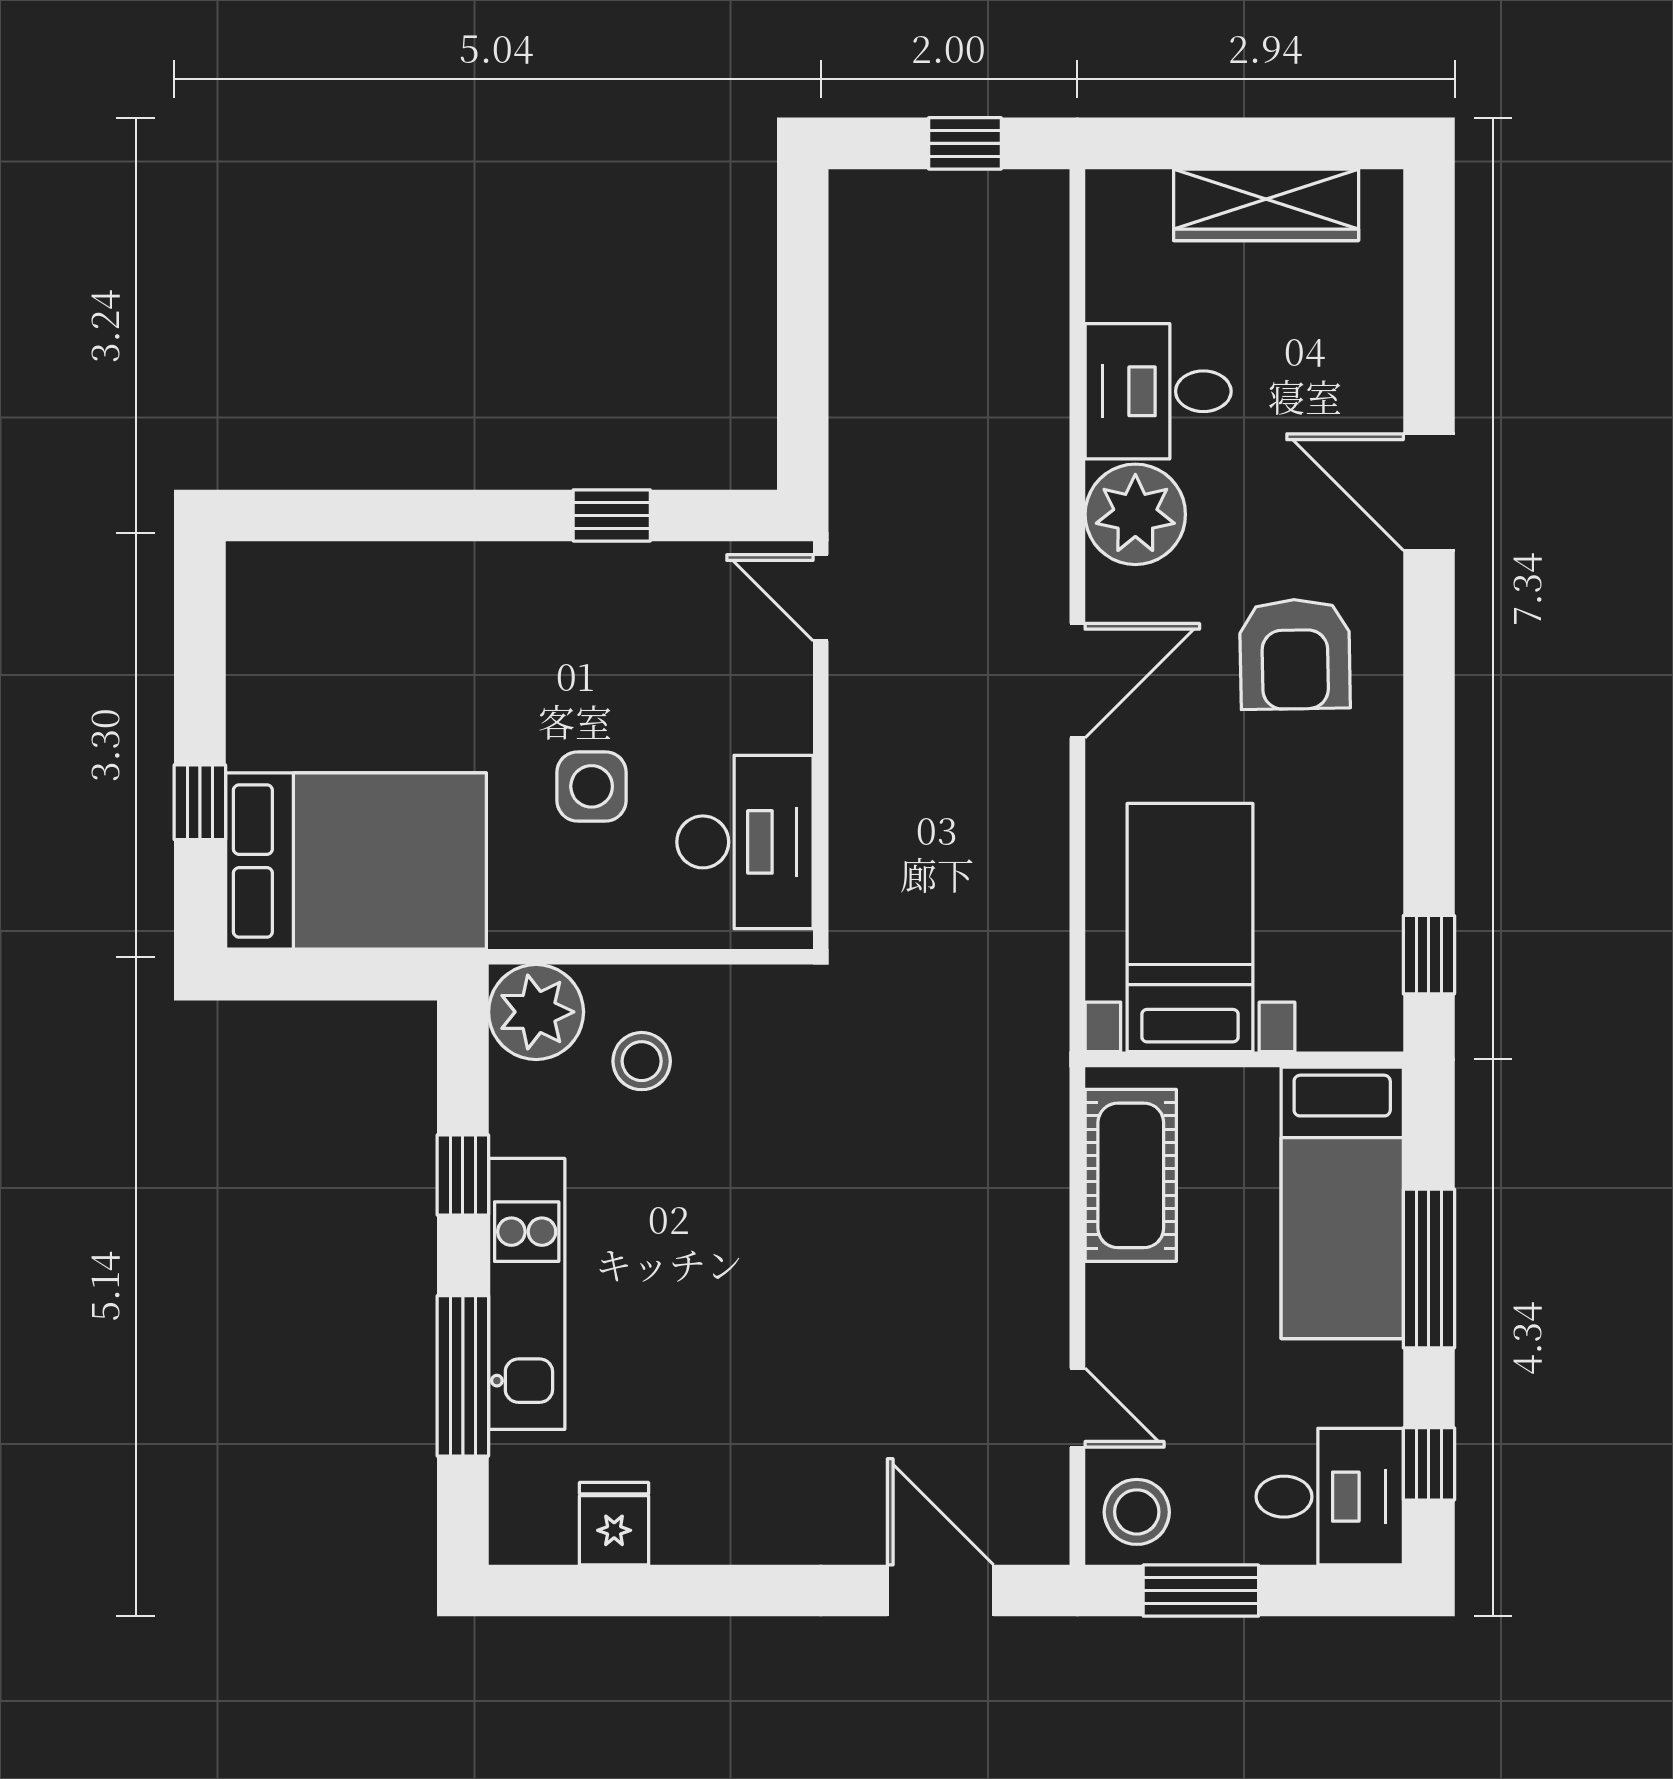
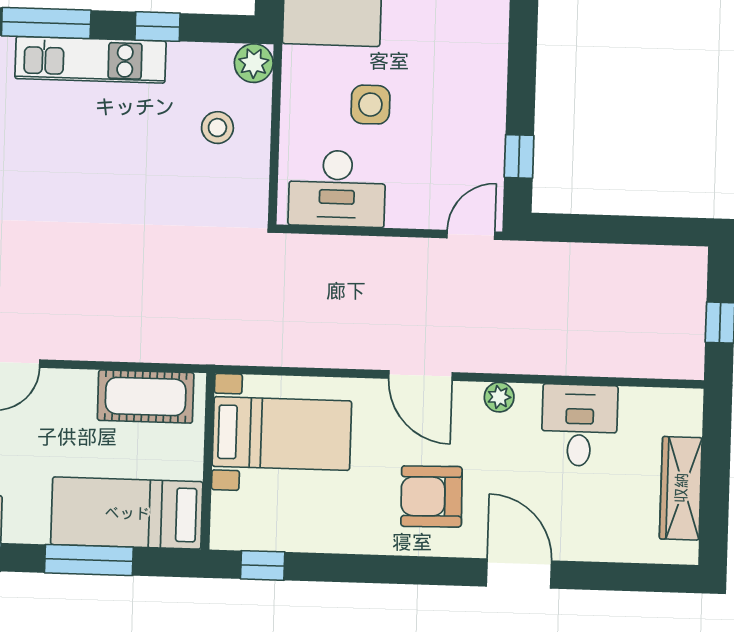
door: (1429, 492) -> (519, 573), hinge flipped
plant: (1135, 514) -> (499, 397), width x0.53, depth x0.53
window: (612, 515) -> (519, 156), moved
plant: (536, 1012) -> (254, 63), width x0.73, depth x0.73

